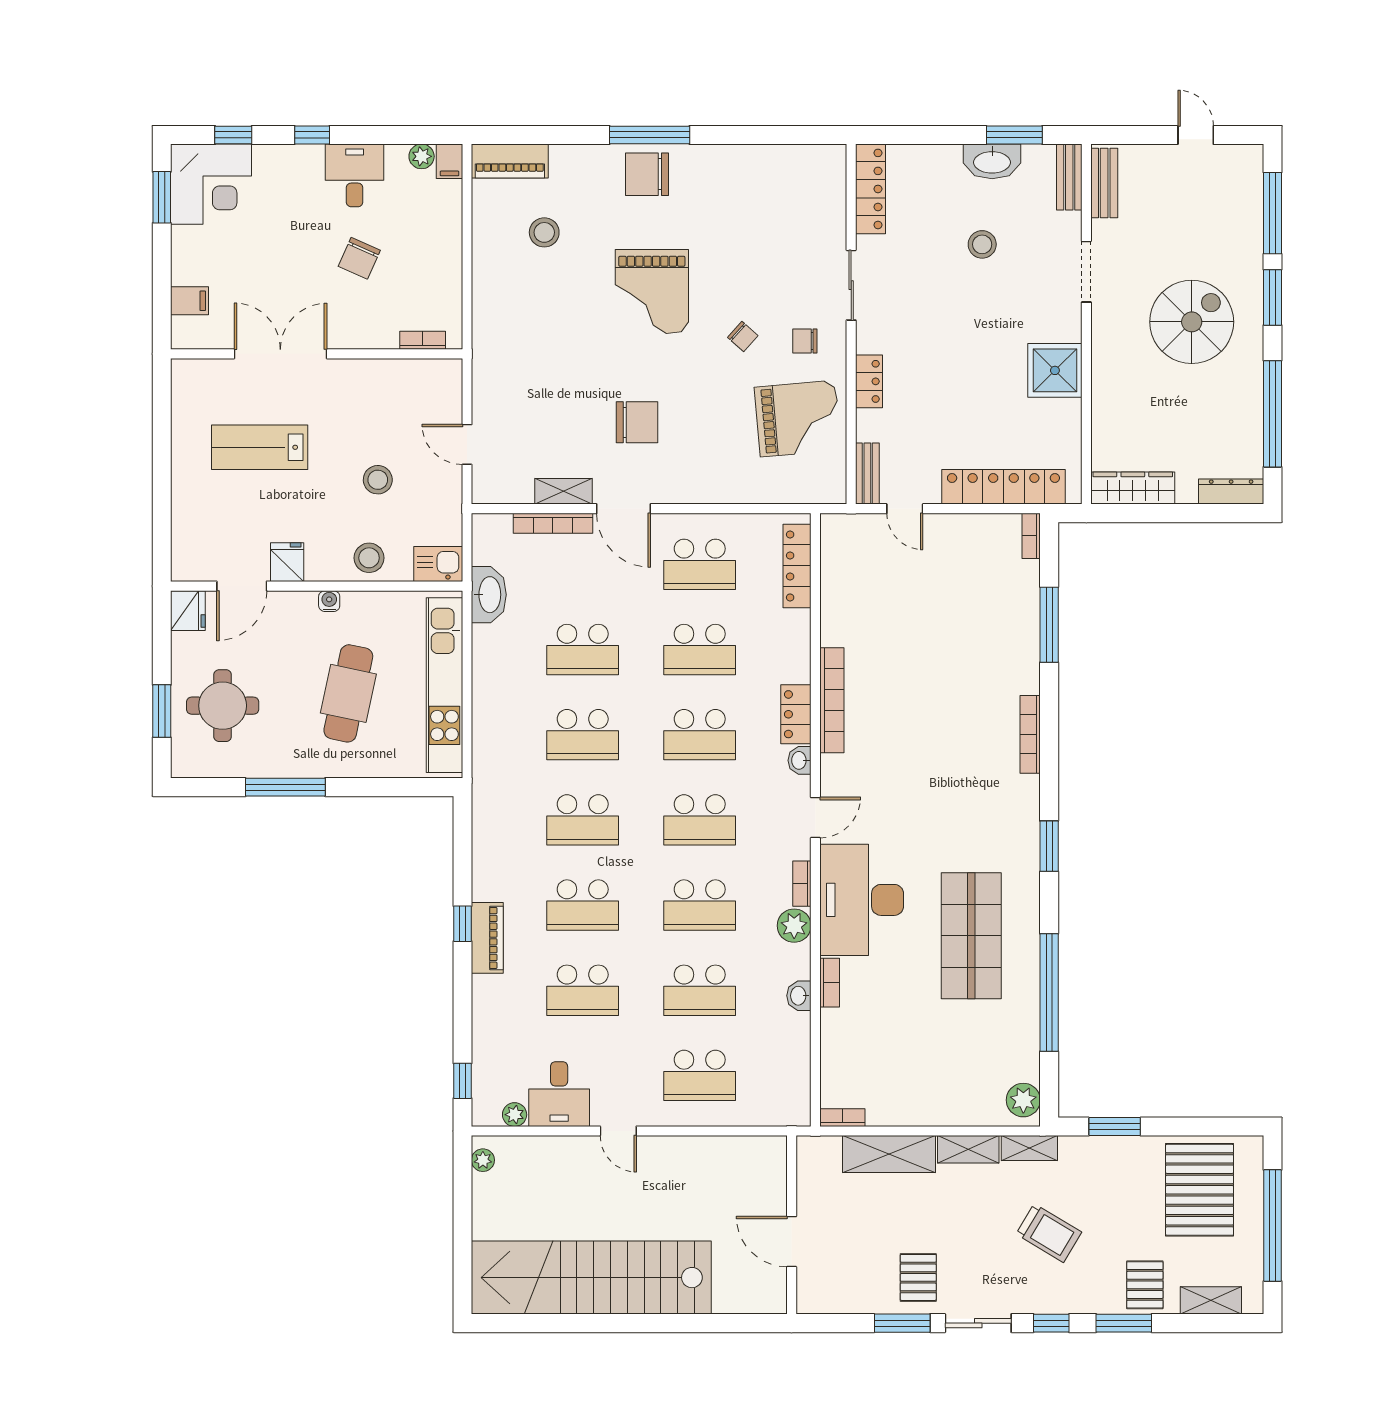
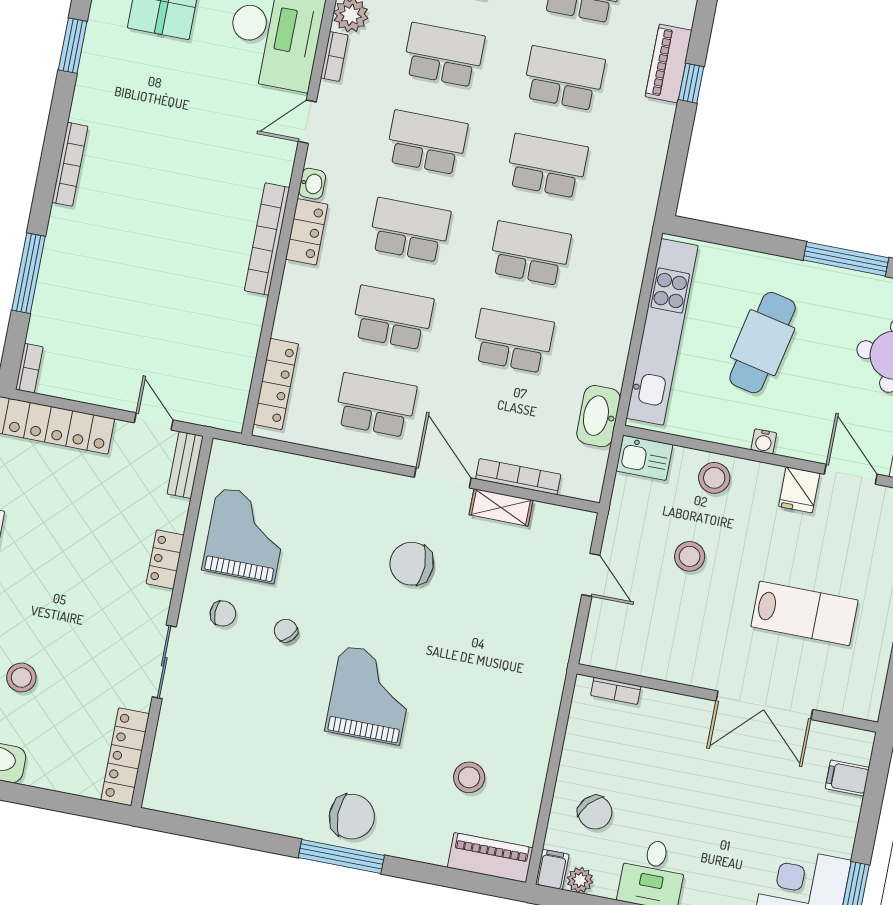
chair: (359, 258) -> (595, 812), moved, turned 108
grand piano: (798, 419) -> (246, 535), turned 95
door: (242, 586) -> (851, 474), hinge flipped

